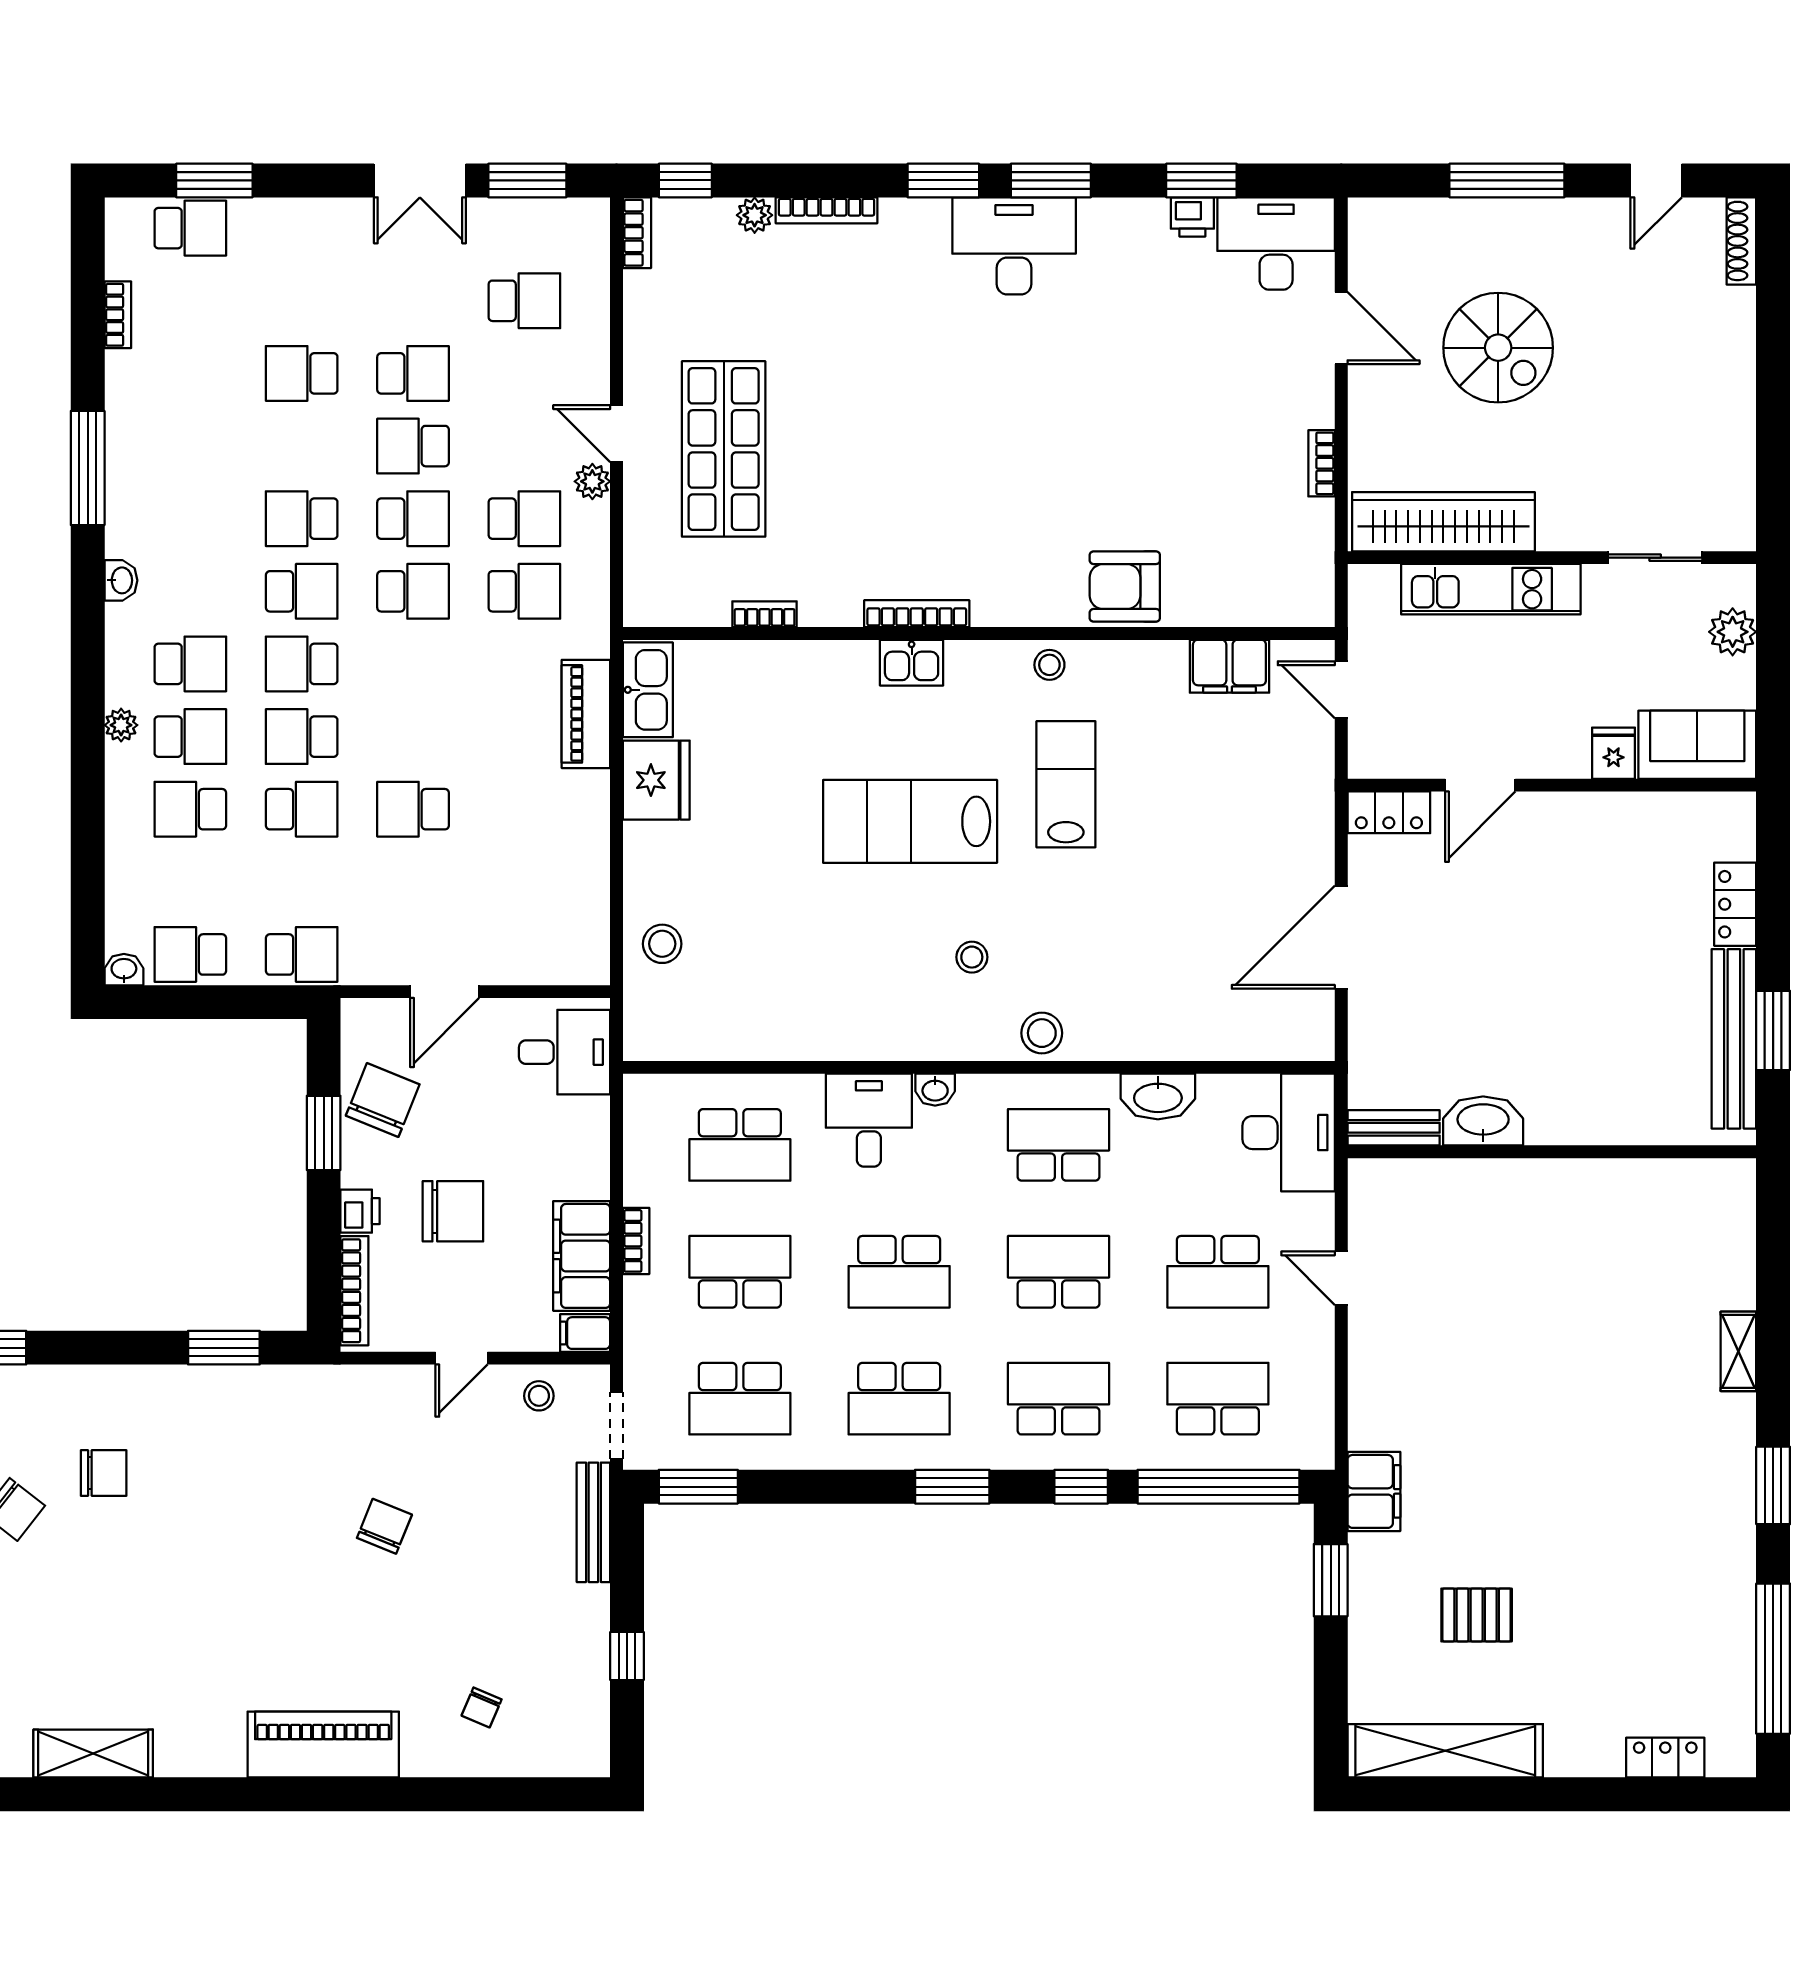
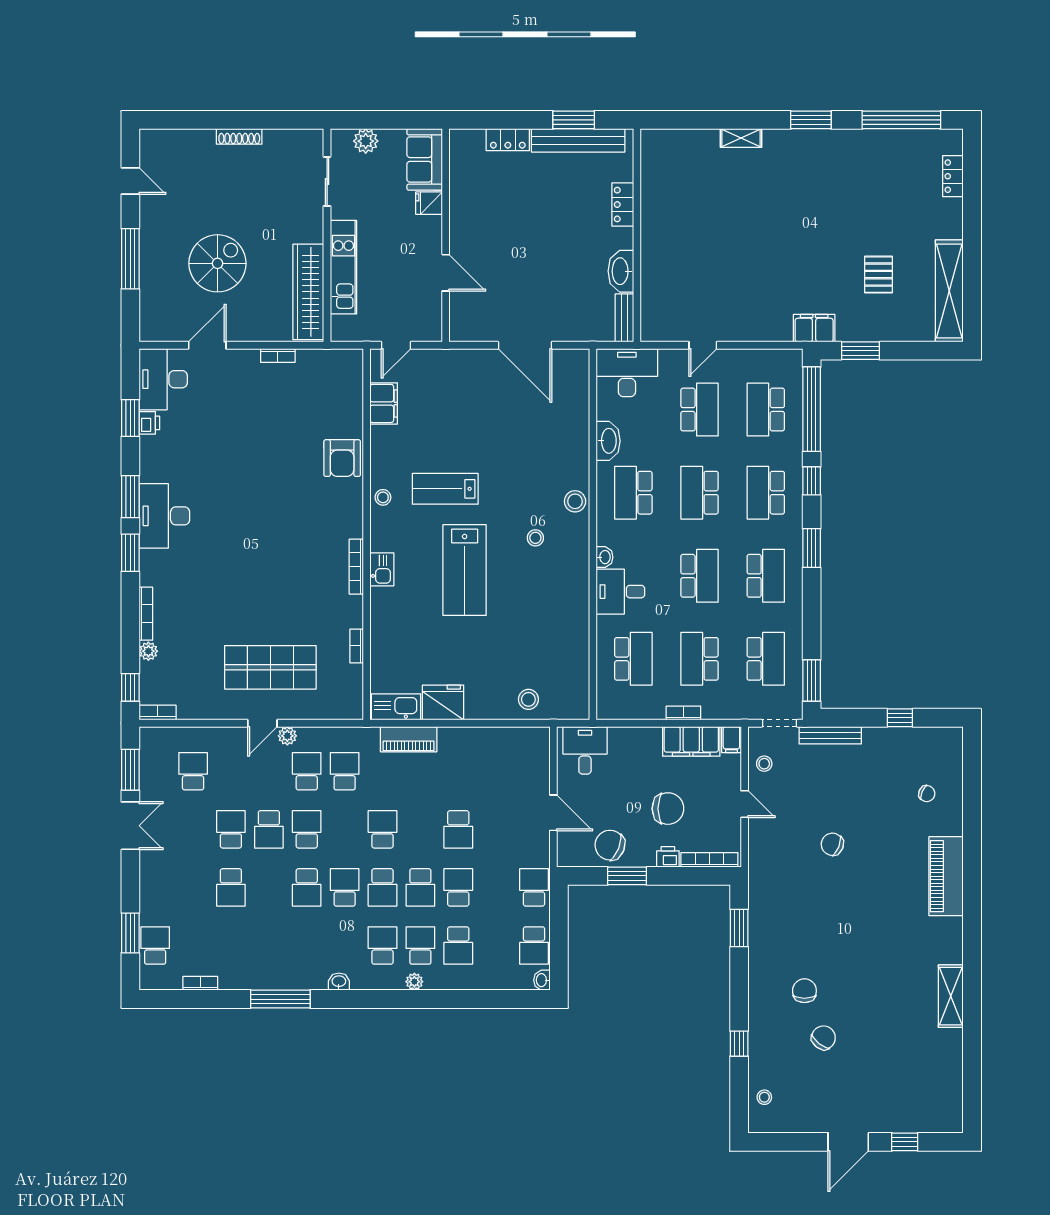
shoe rack: (1741, 241) -> (239, 136), moved
school desk: (413, 591) -> (382, 829), moved
locker: (1389, 812) -> (623, 205), moved, turned 180
chair: (453, 1211) -> (668, 809), turned 90

